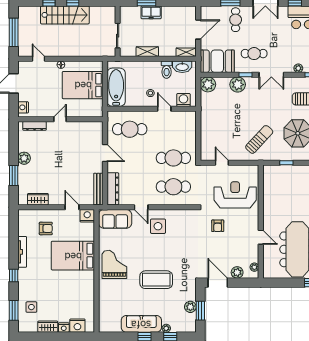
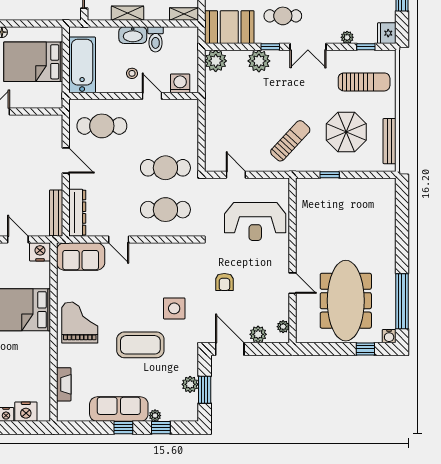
washbasin: (182, 67) -> (133, 35), moved
reception desk: (235, 195) -> (255, 221), turned 180
side table: (158, 226) -> (174, 308), moved
armchair: (218, 226) -> (224, 282), moved
fireplace: (103, 307) -> (64, 384), added

